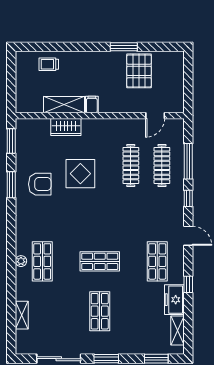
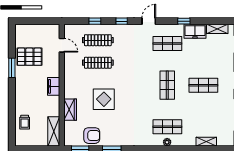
filing cabinet: (92, 104) -> (54, 86), width x2.00
shelving: (64, 105) -> (54, 131), moved
window: (188, 161) -> (95, 21), width x0.46
armchair: (40, 184) -> (92, 136), moved, turned 90

